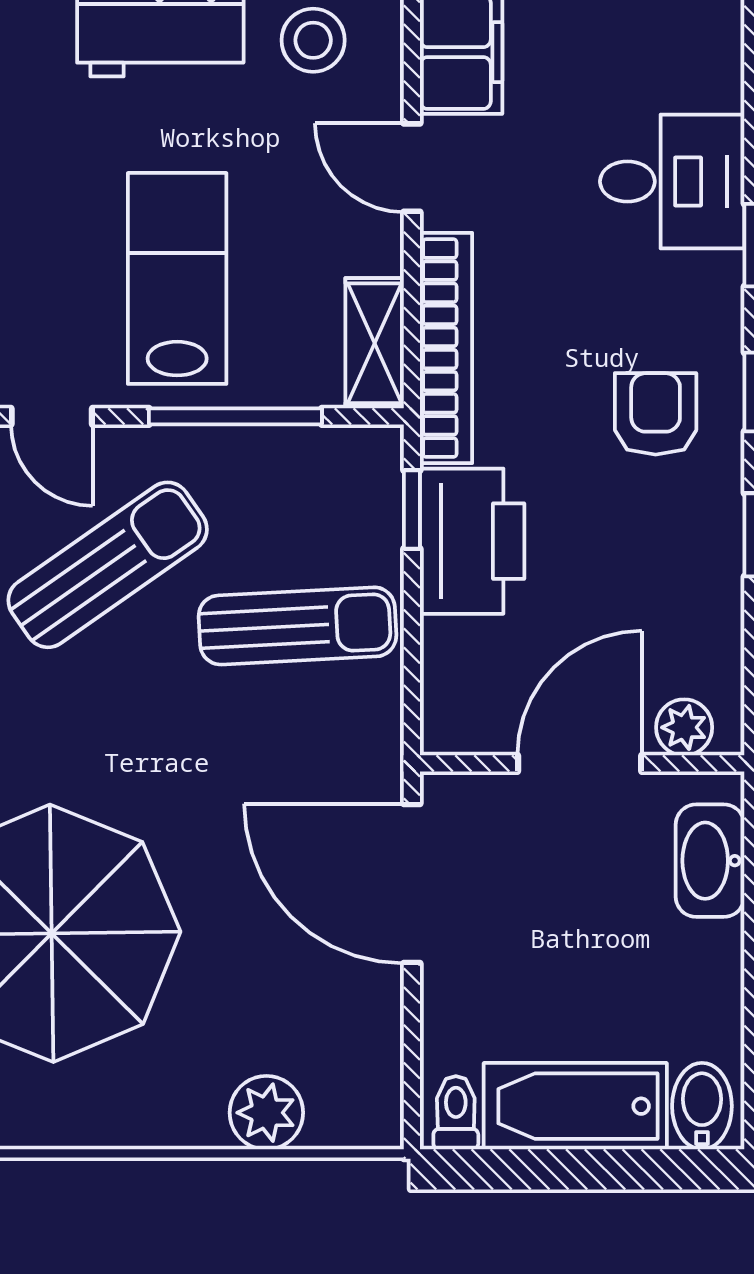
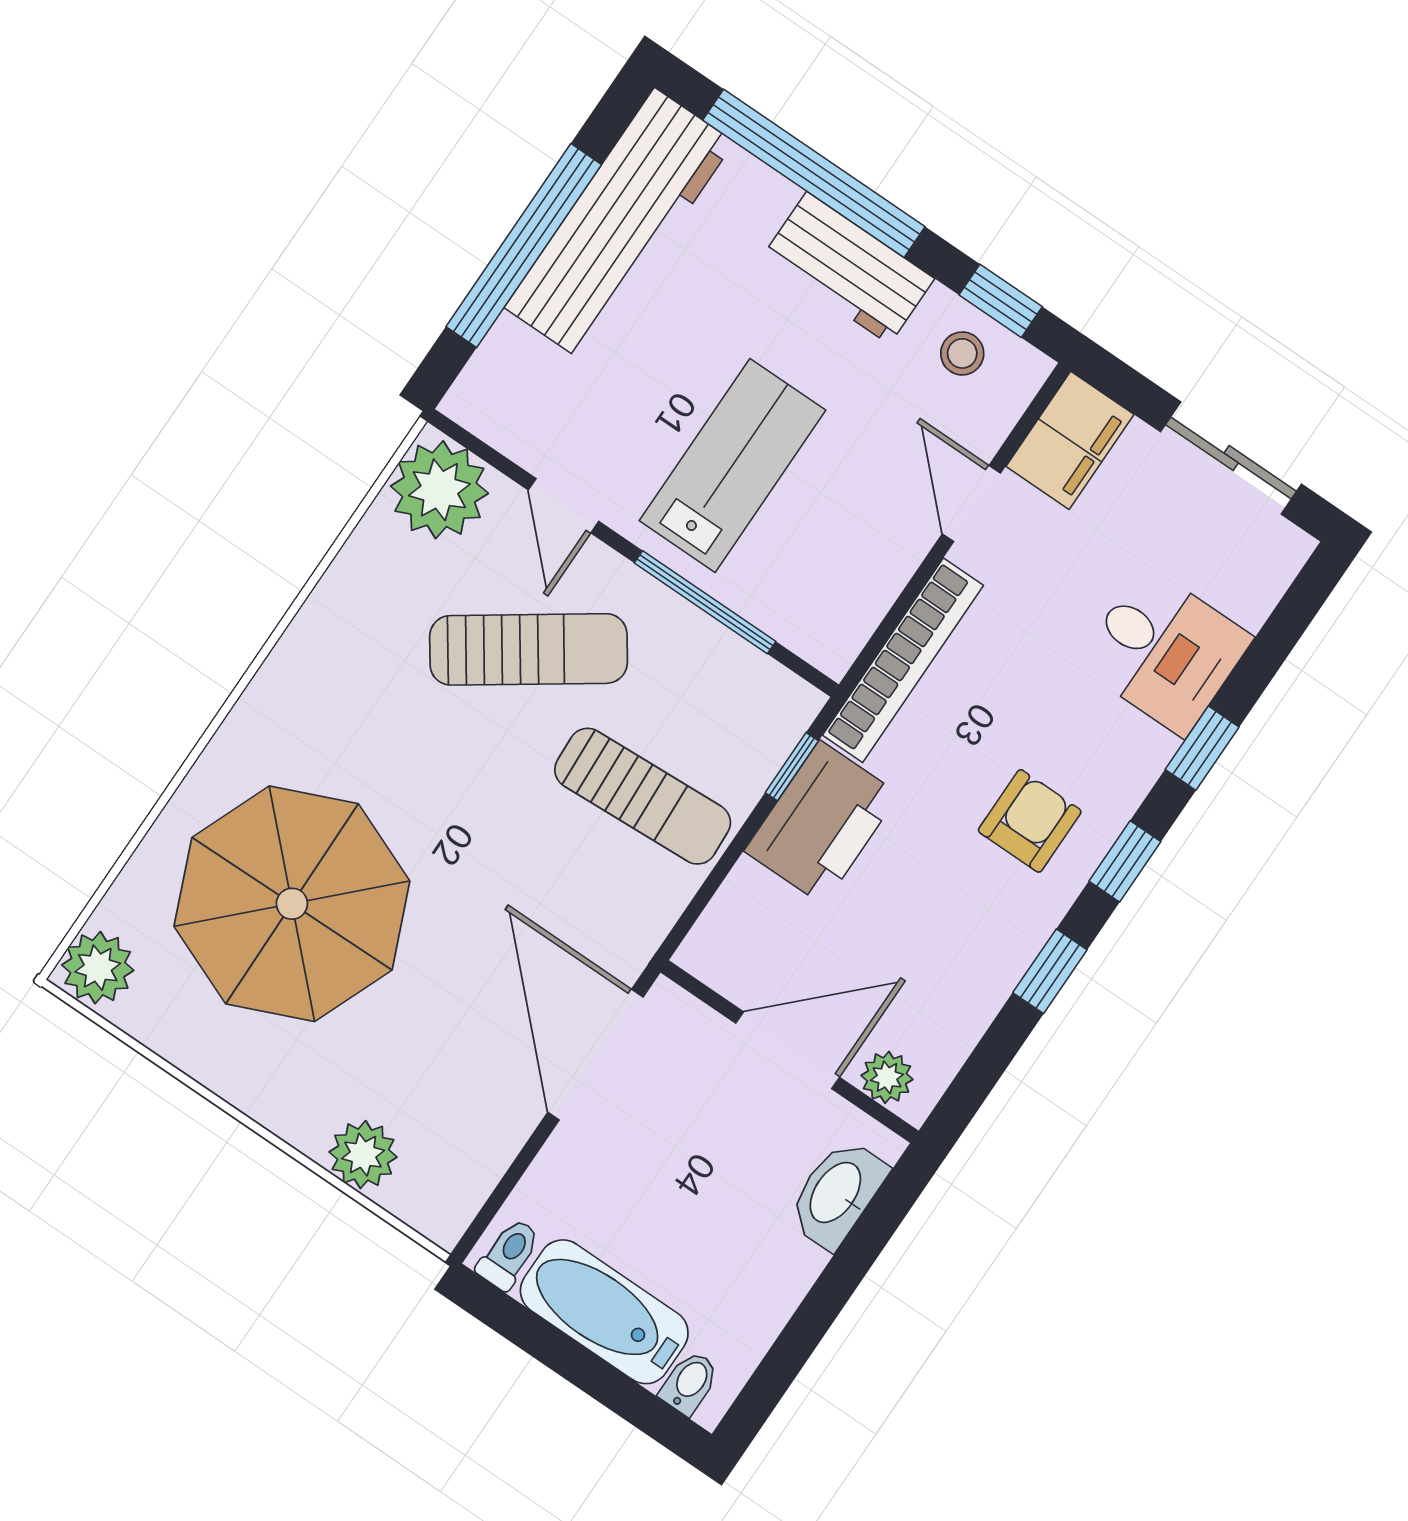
stool: (313, 40) -> (962, 353), width x0.73, depth x0.73
shelving: (375, 343) -> (850, 619), removed
bidet: (702, 1106) -> (689, 1383), width x0.72, depth x0.74

